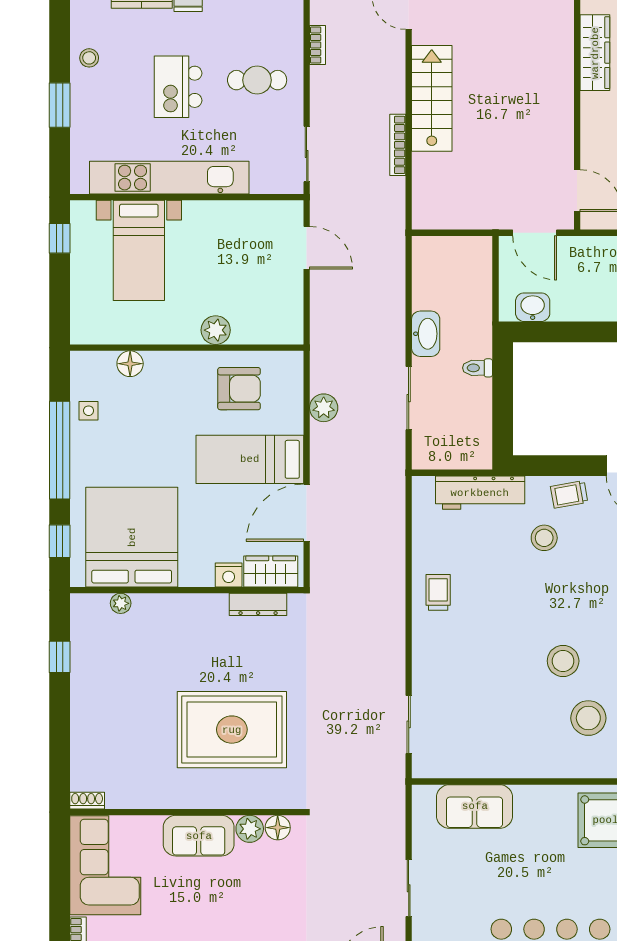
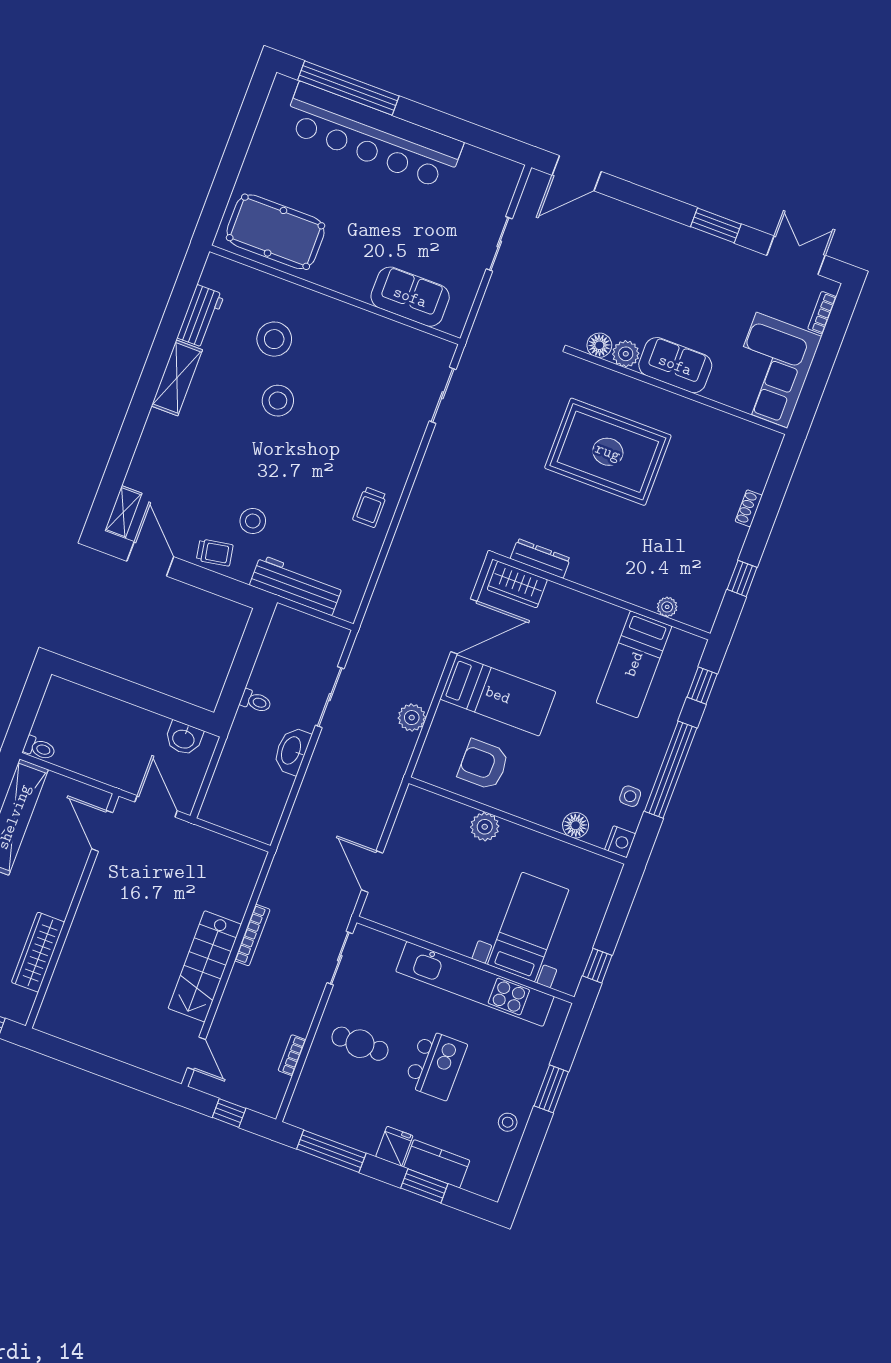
bed: (132, 537) -> (634, 664), width x0.49
nightstand: (229, 575) -> (620, 842), moved, turned 90
shoe rack: (87, 801) -> (749, 508), moved, turned 90

